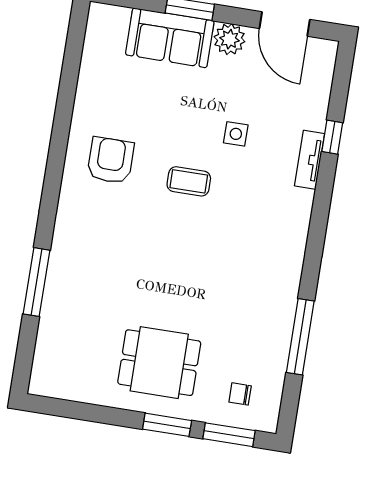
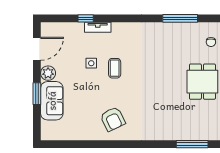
armchair: (111, 160) -> (113, 119), turned -116
coffee table: (189, 181) -> (115, 68), moved
window: (36, 282) -> (192, 144), moved

